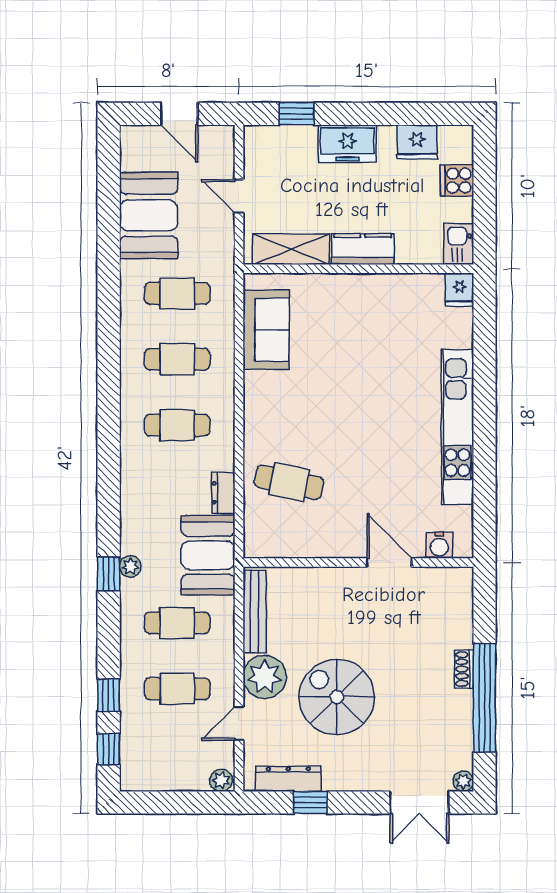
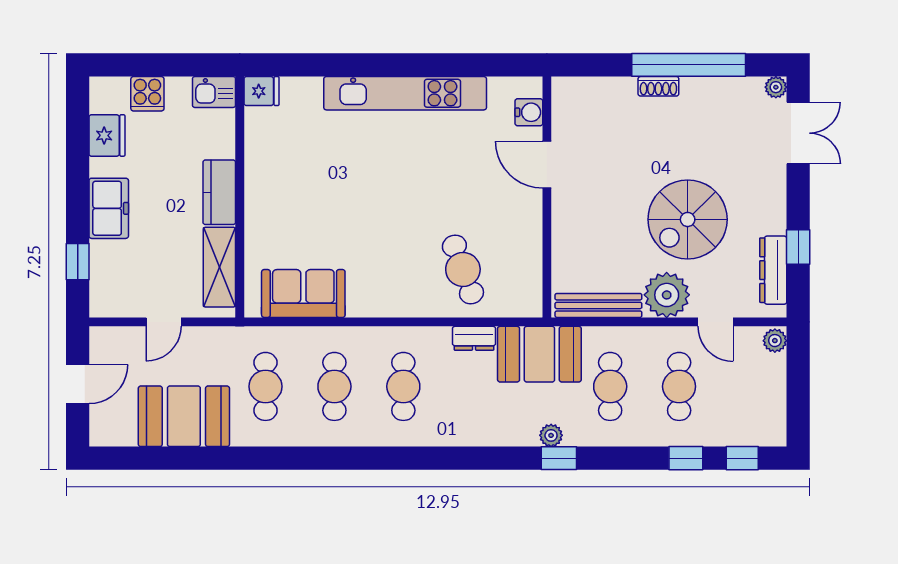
cafe table: (289, 482) -> (463, 269), turned -32
door: (389, 562) -> (547, 165), hinge flipped

